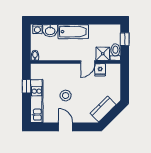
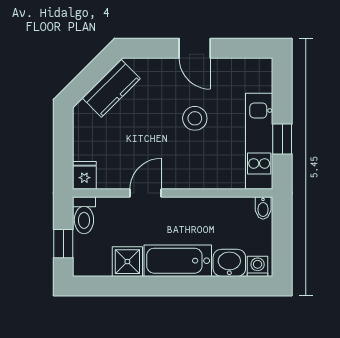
shower: (103, 54) -> (127, 262), moved
fridge: (100, 70) -> (84, 175), moved
kitchen unit: (37, 101) -> (259, 141), moved

